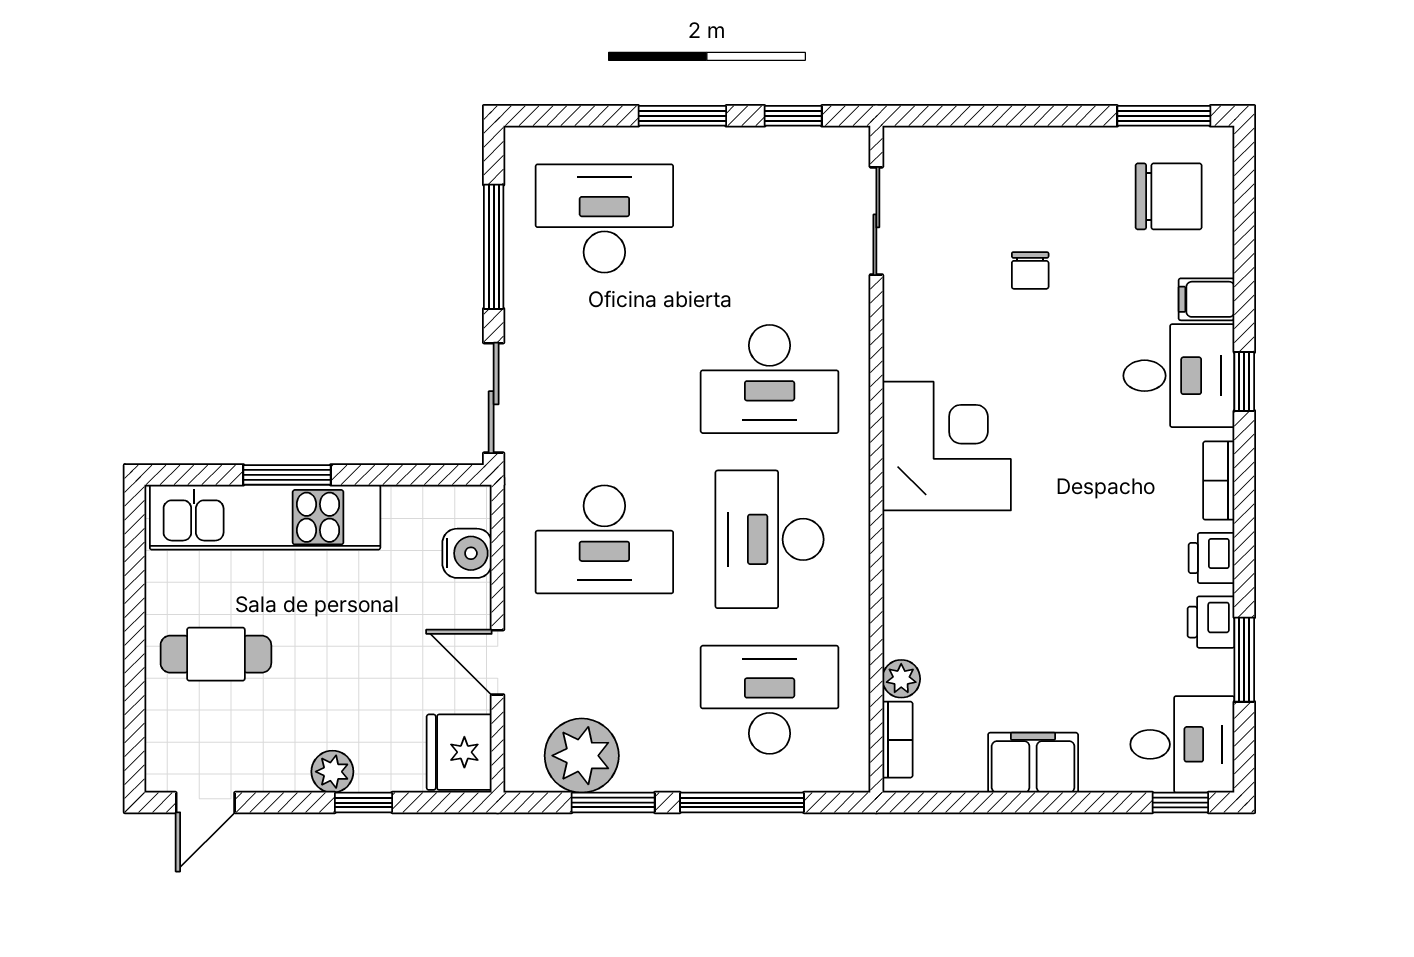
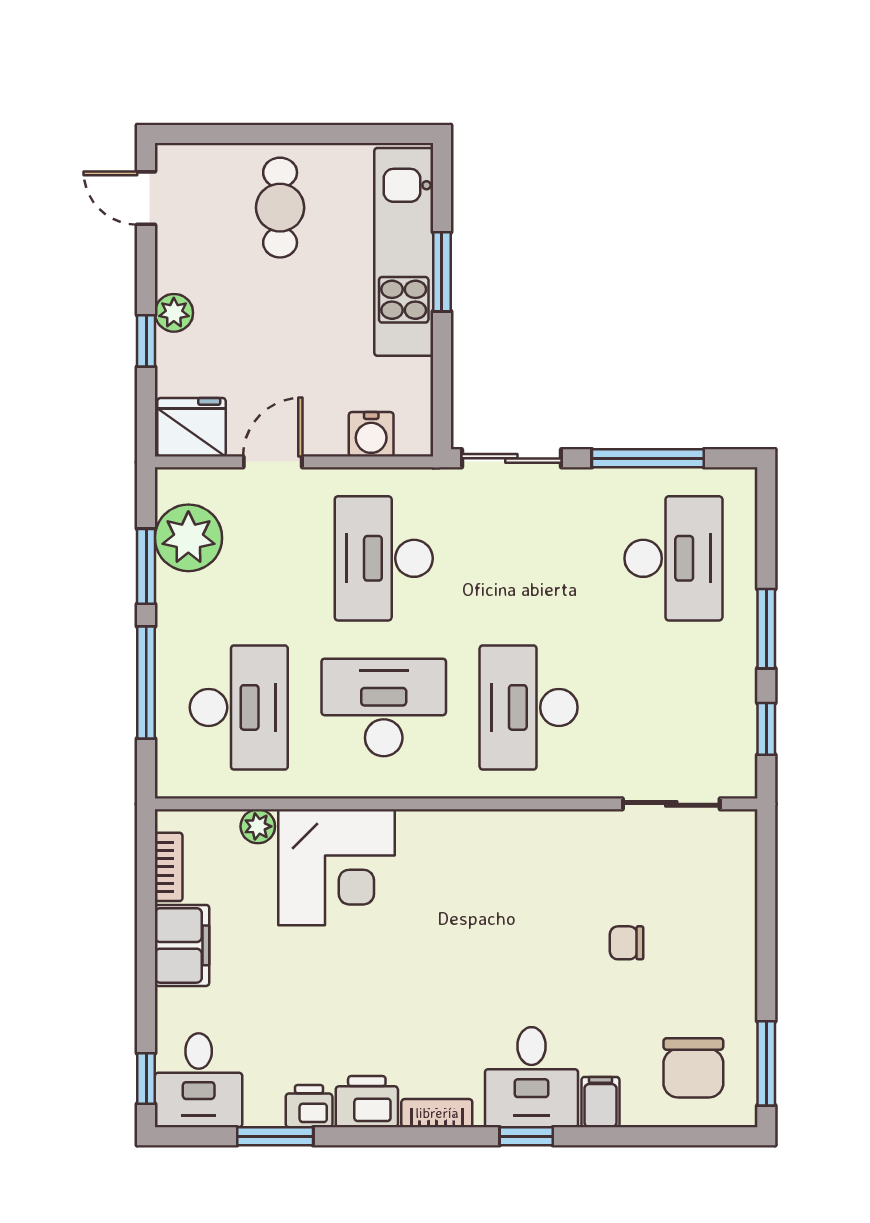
corner desk: (947, 446) -> (337, 867), moved
printer: (1212, 558) -> (367, 1102), width x1.36, depth x1.24
bookcase: (897, 740) -> (169, 867), moved, turned -90

